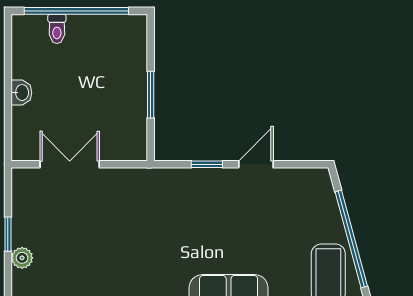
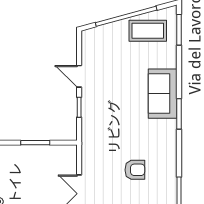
armchair: (107, 253) -> (135, 170), added

